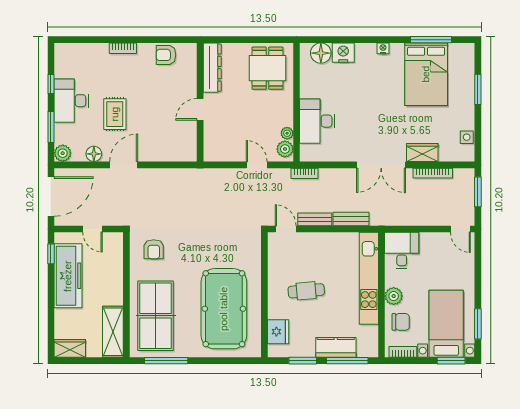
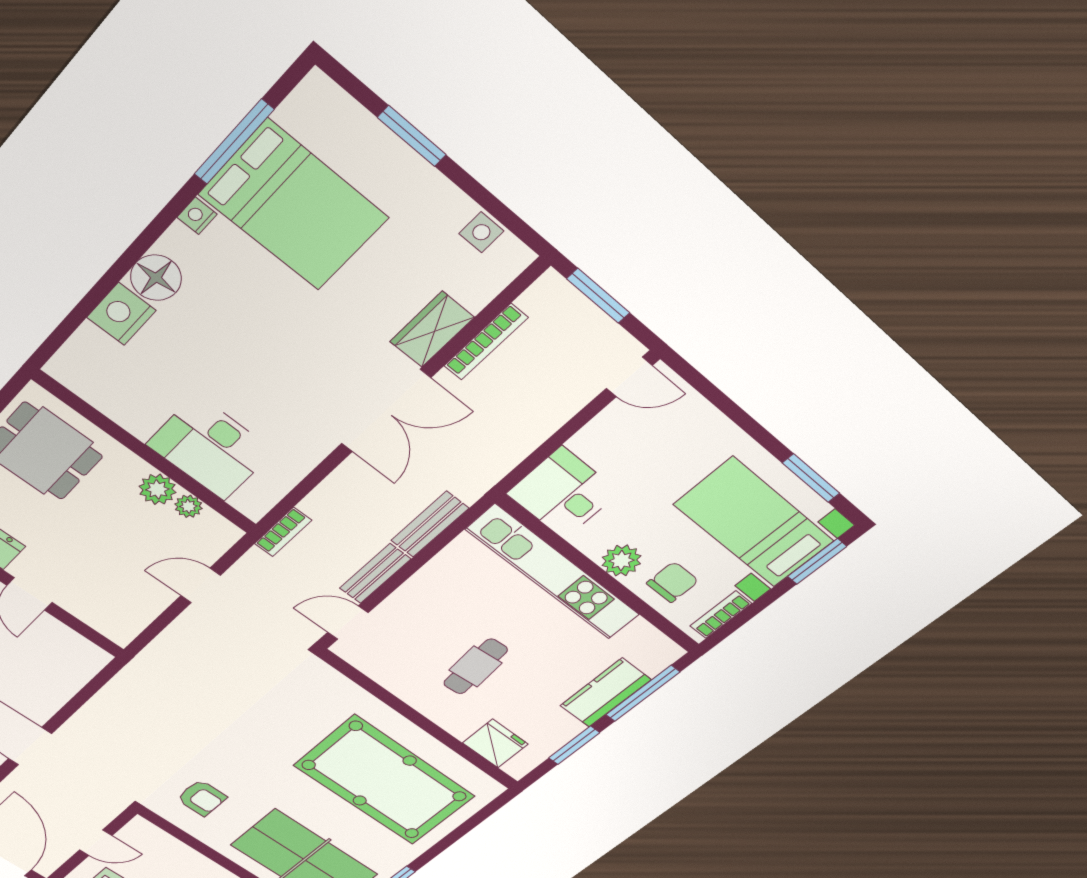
nightstand: (383, 48) -> (197, 216), moved
floor lamp: (321, 53) -> (156, 278), moved
plant: (285, 149) -> (157, 489), moved

